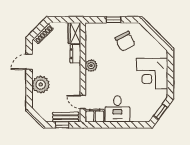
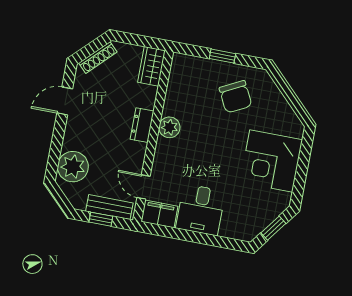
dresser: (75, 54) -> (142, 125), moved
plant: (41, 85) -> (73, 167), moved

